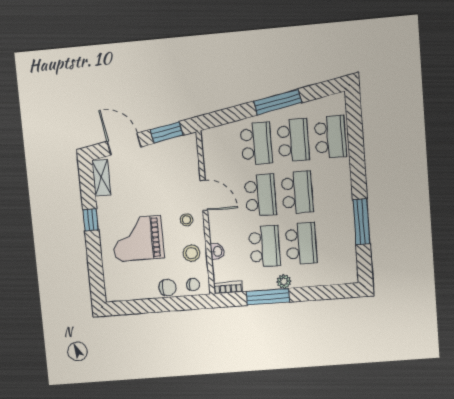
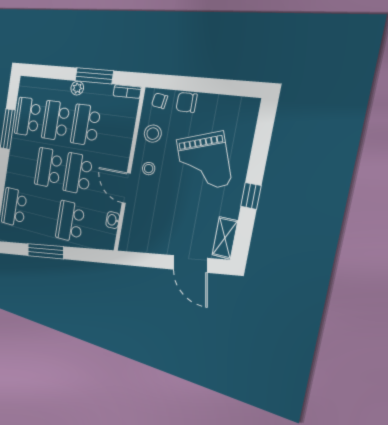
window: (167, 132) -> (145, 260), removed
school desk: (293, 140) -> (28, 117), moved
grand piano: (138, 239) -> (203, 162), turned 71
washbasin: (217, 251) -> (113, 220), moved

